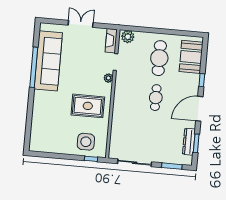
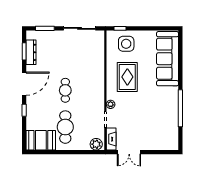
double door: (81, 24) -> (129, 152), moved
booth: (191, 57) -> (41, 140), moved, turned 90
sofa: (48, 61) -> (168, 59), moved
rug: (88, 106) -> (127, 77), turned 90

